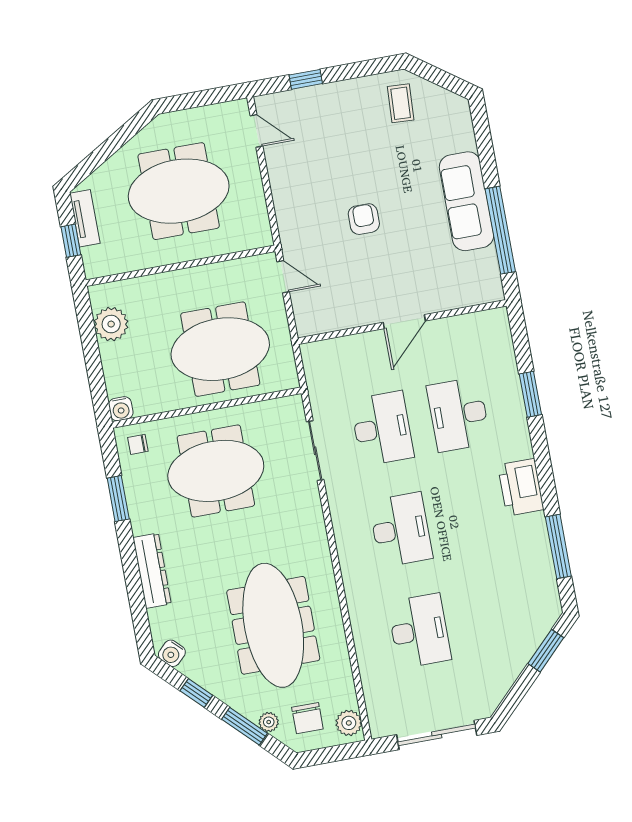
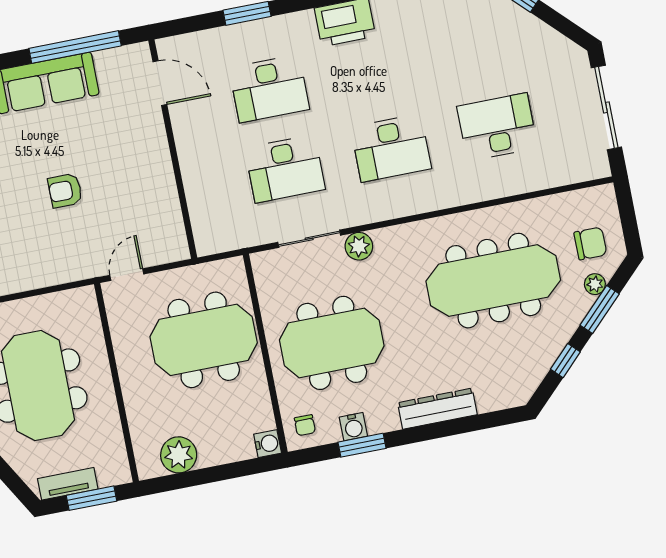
window: (71, 241) -> (92, 498), width x1.50
door: (404, 322) -> (160, 83), moved
meeting table: (220, 349) -> (204, 340), turned 90
desk: (382, 428) -> (285, 169), turned 180
meeting table: (216, 471) -> (332, 343), turned 90
desk: (401, 530) -> (391, 148), turned 180
water cooler: (172, 653) -> (353, 427), moved, turned 45
plant: (349, 723) -> (359, 246), moved

